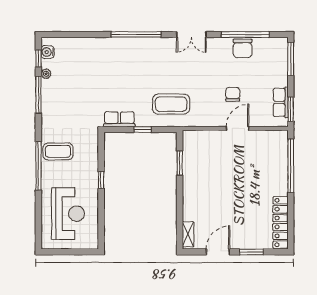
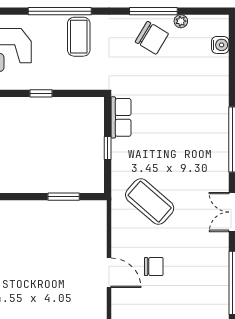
chair: (243, 48) -> (152, 38), moved, turned -149
water cooler: (48, 52) -> (220, 45), moved, turned 90
window: (38, 58) -> (201, 11), removed
coffee table: (171, 104) -> (150, 202), moved, turned -49

